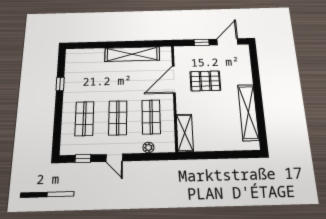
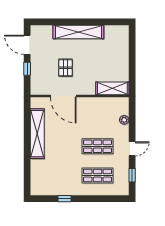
pallet: (205, 81) -> (66, 68), width x0.67, depth x0.71
shelving: (248, 112) -> (78, 32), moved
shop shelf: (151, 117) -> (97, 117), removed

